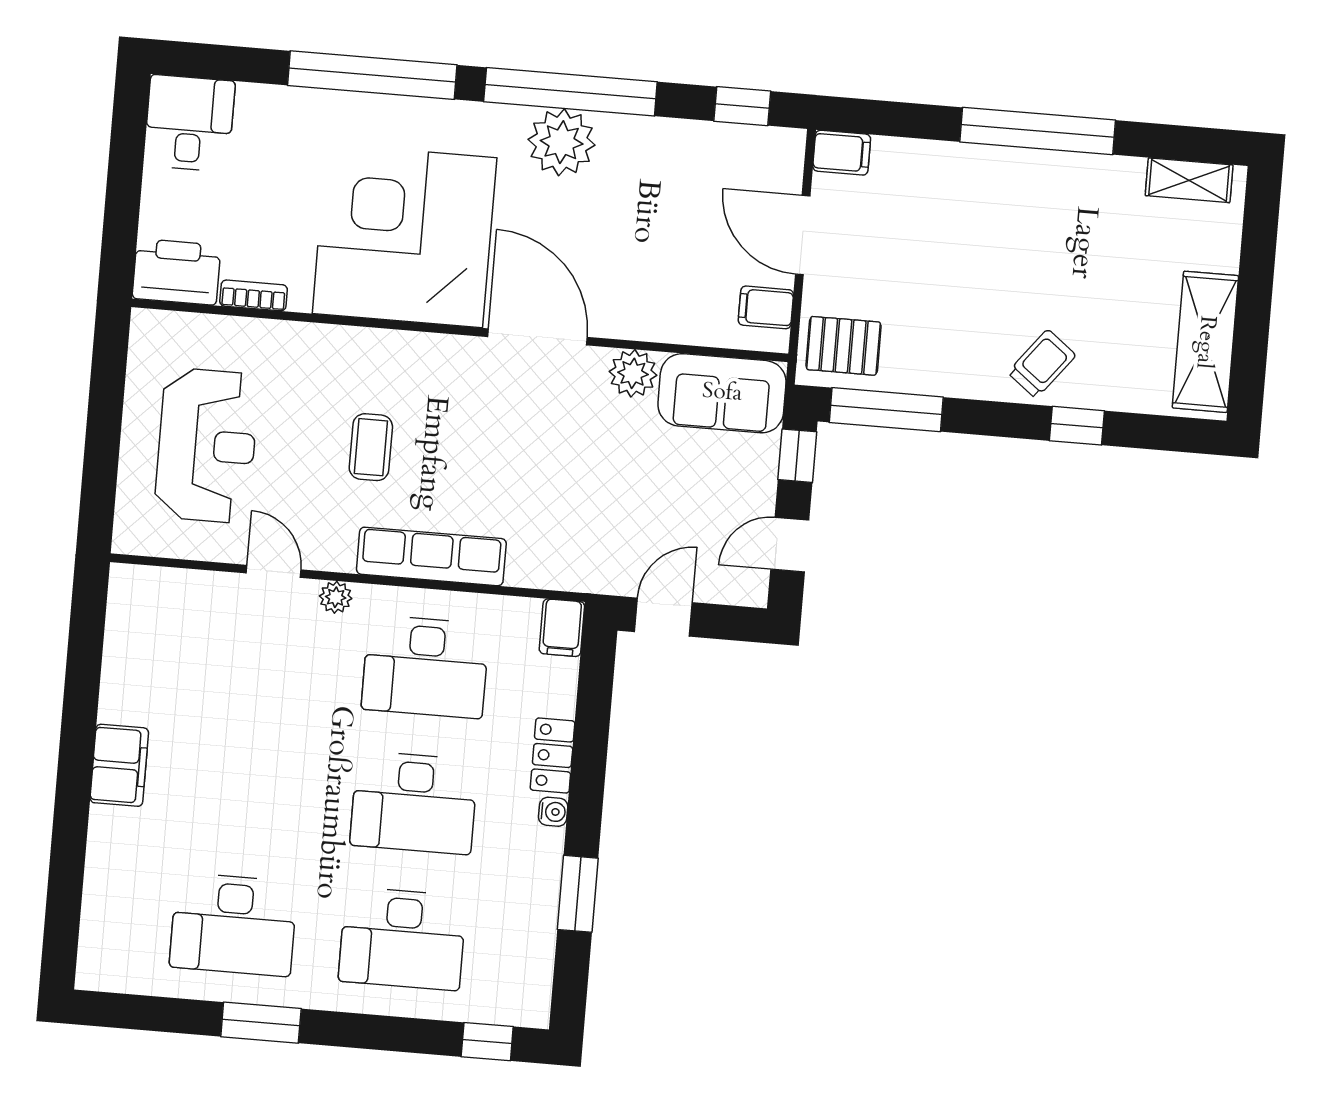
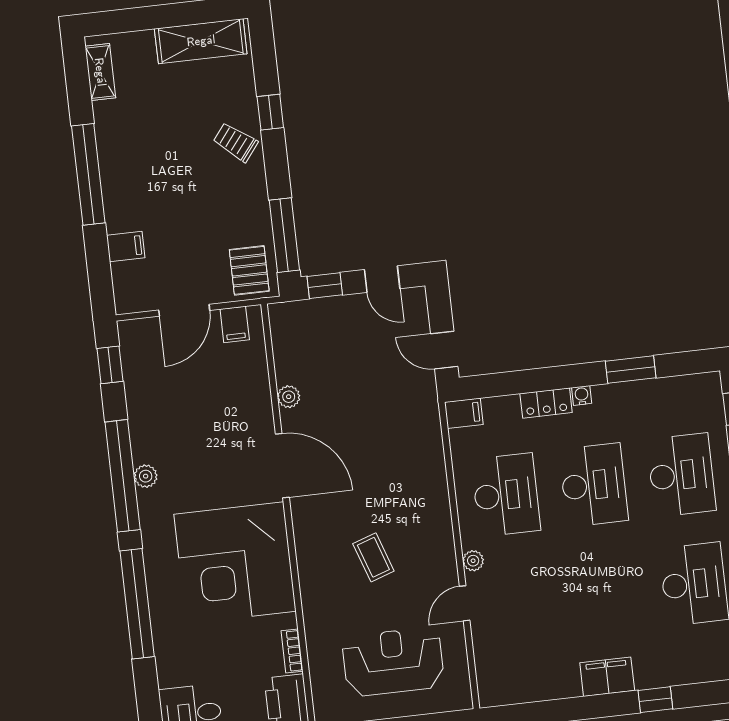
plant: (562, 142) -> (146, 476), width x0.53, depth x0.53
filing cabinet: (842, 153) -> (126, 247), moved, turned 90
door: (537, 337) -> (282, 466), swing flipped
plant: (633, 373) -> (289, 397), width x0.73, depth x0.73
sofa: (722, 393) -> (295, 341), removed
coffee table: (371, 447) -> (373, 557), turned 71
row of seats: (431, 556) -> (435, 505), removed
window: (70, 831) -> (655, 700), added

